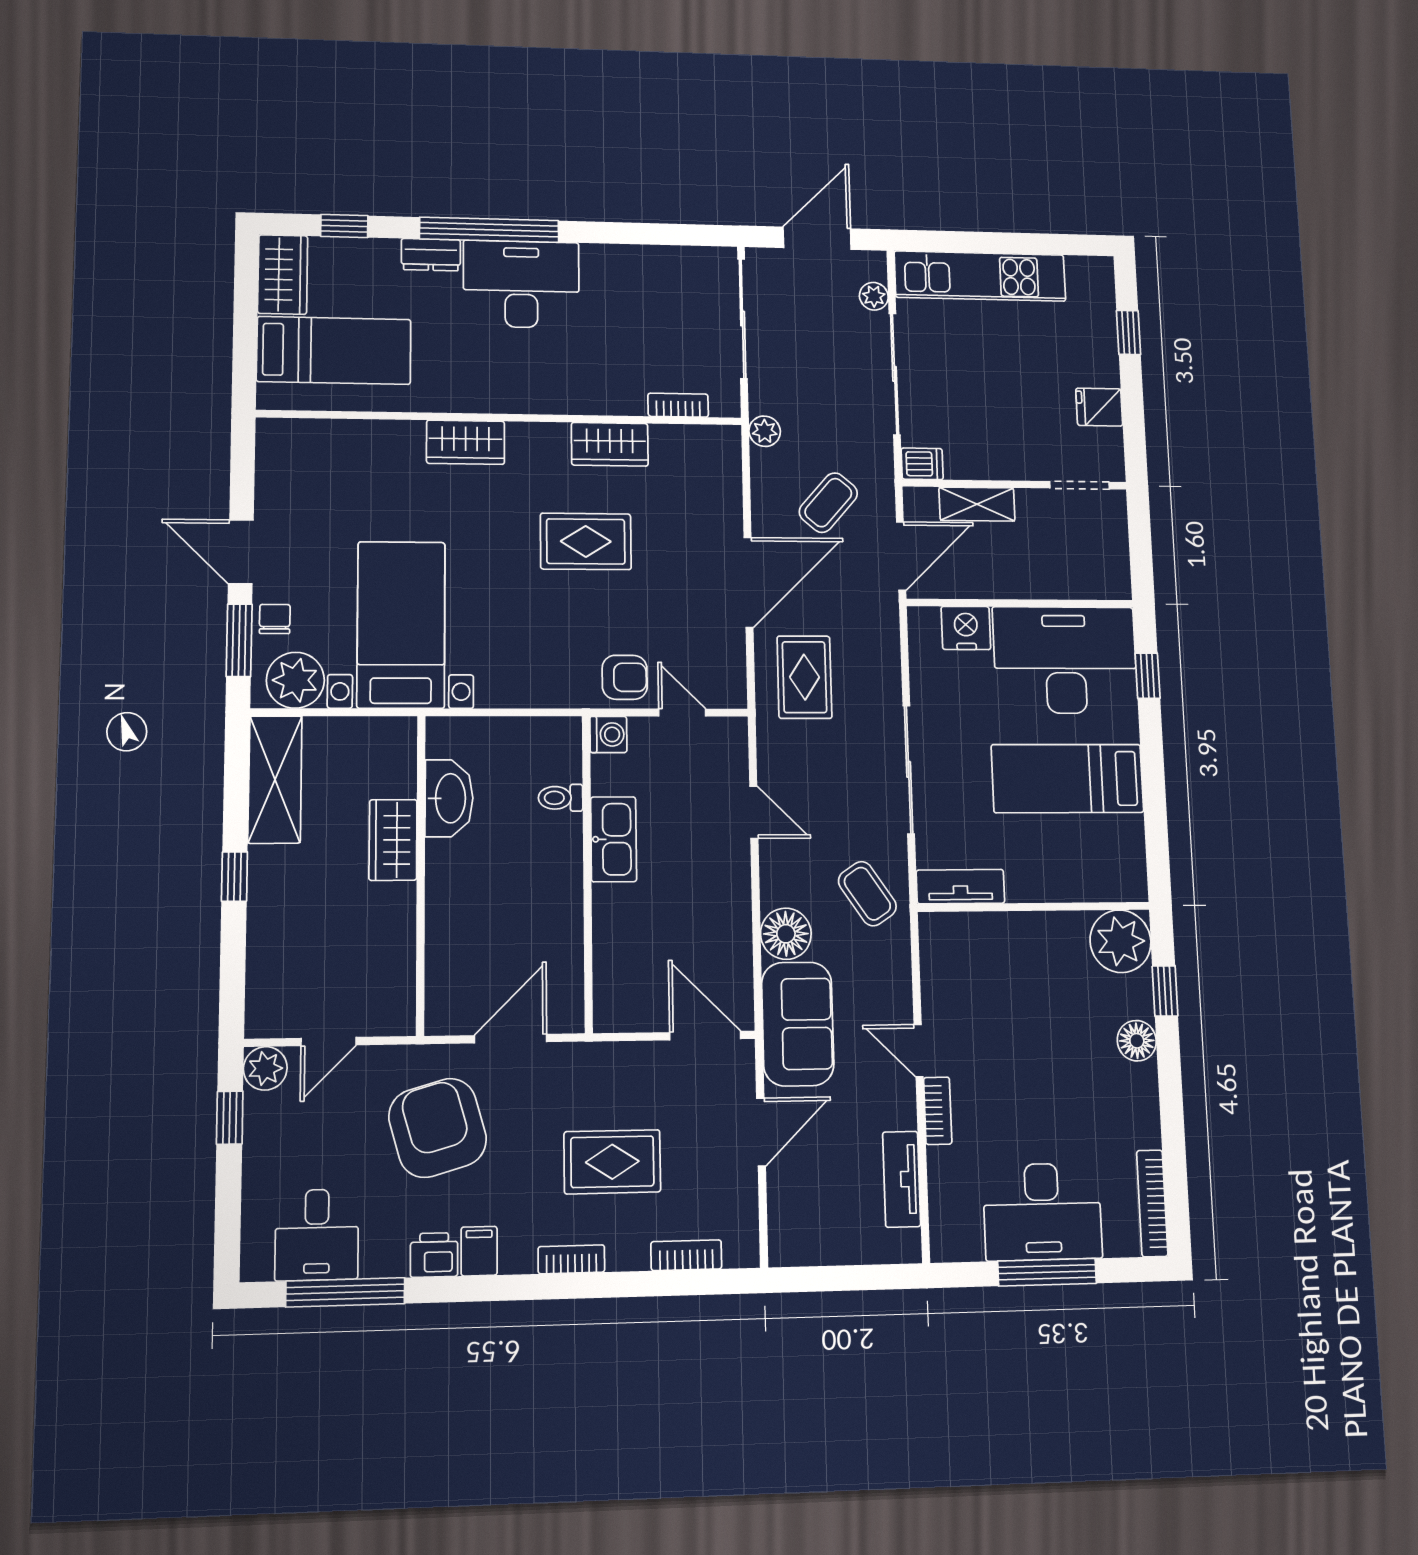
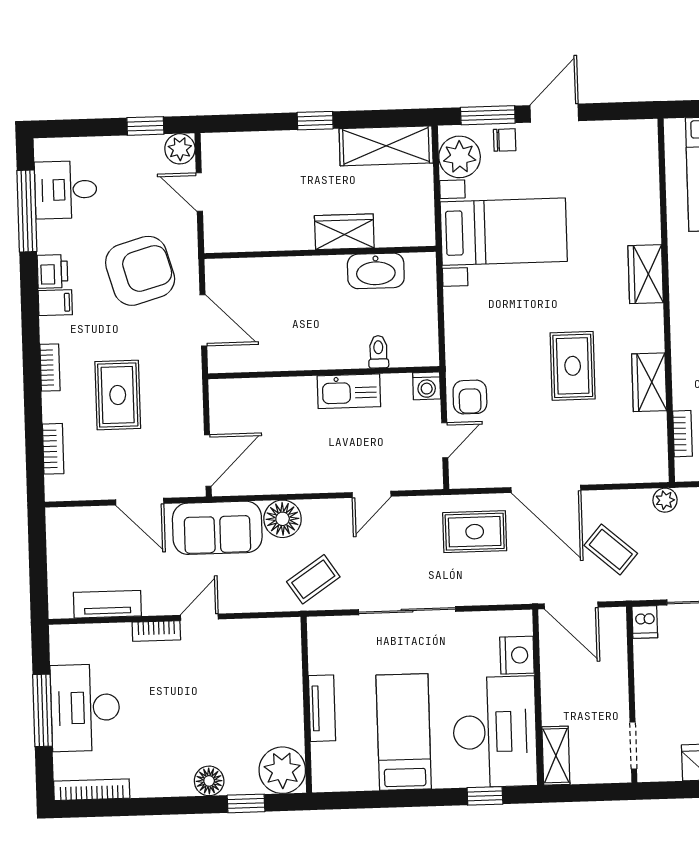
shelving: (977, 504) -> (556, 756), moved
tv unit: (960, 887) -> (322, 708), moved

